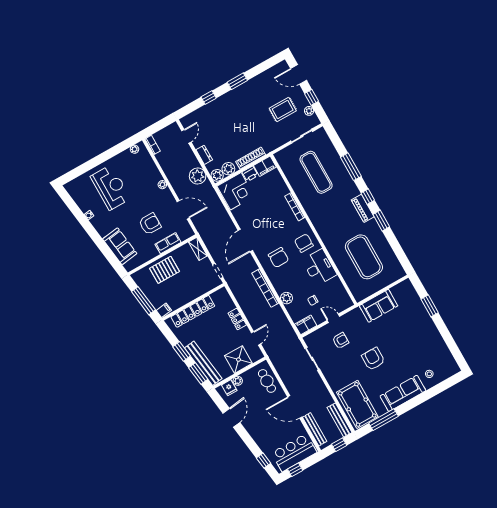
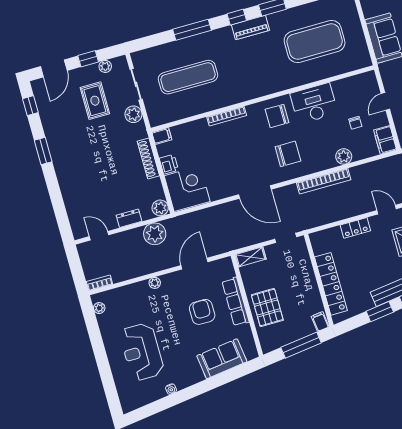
window: (209, 98) -> (30, 106), moved
filing cabinet: (265, 166) -> (162, 136), width x0.50
plant: (228, 169) -> (133, 114), moved
reception desk: (111, 188) -> (142, 352), turned -90
row of seats: (168, 243) -> (236, 302), width x1.48

